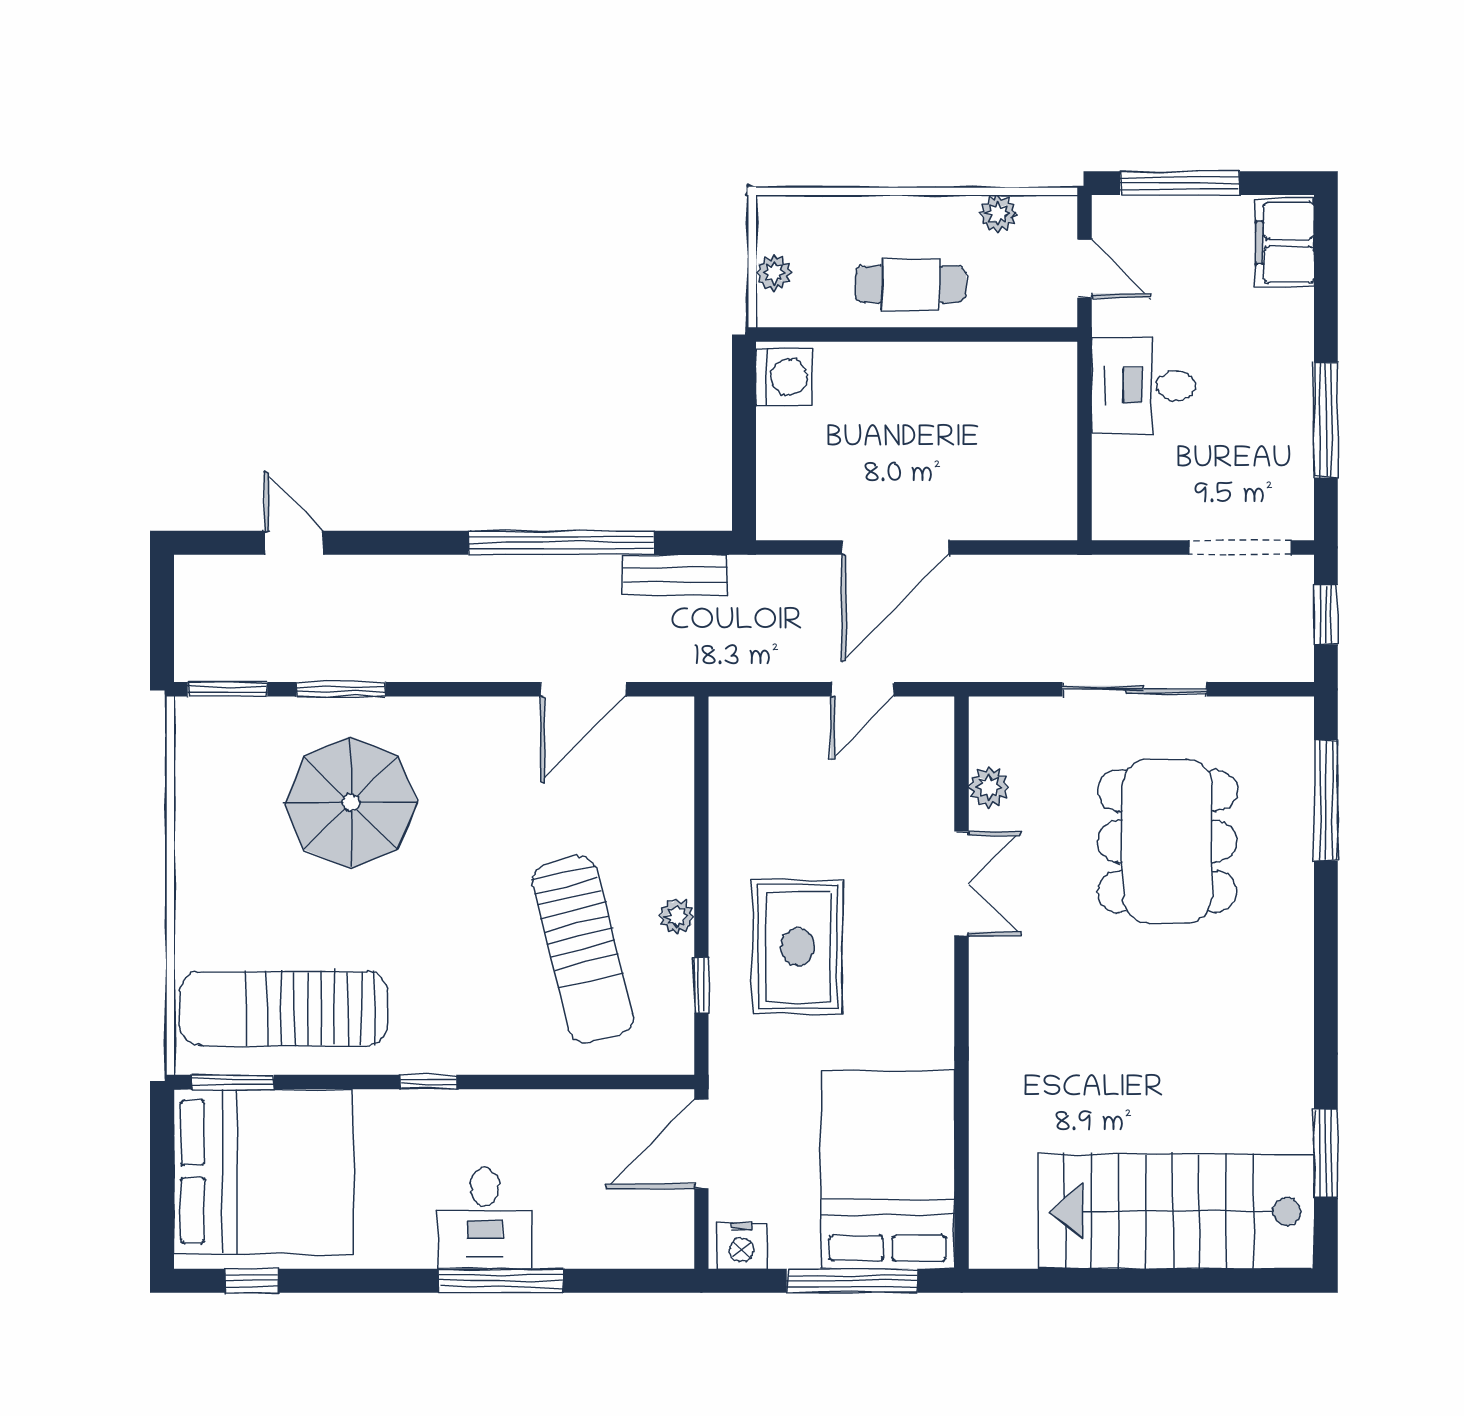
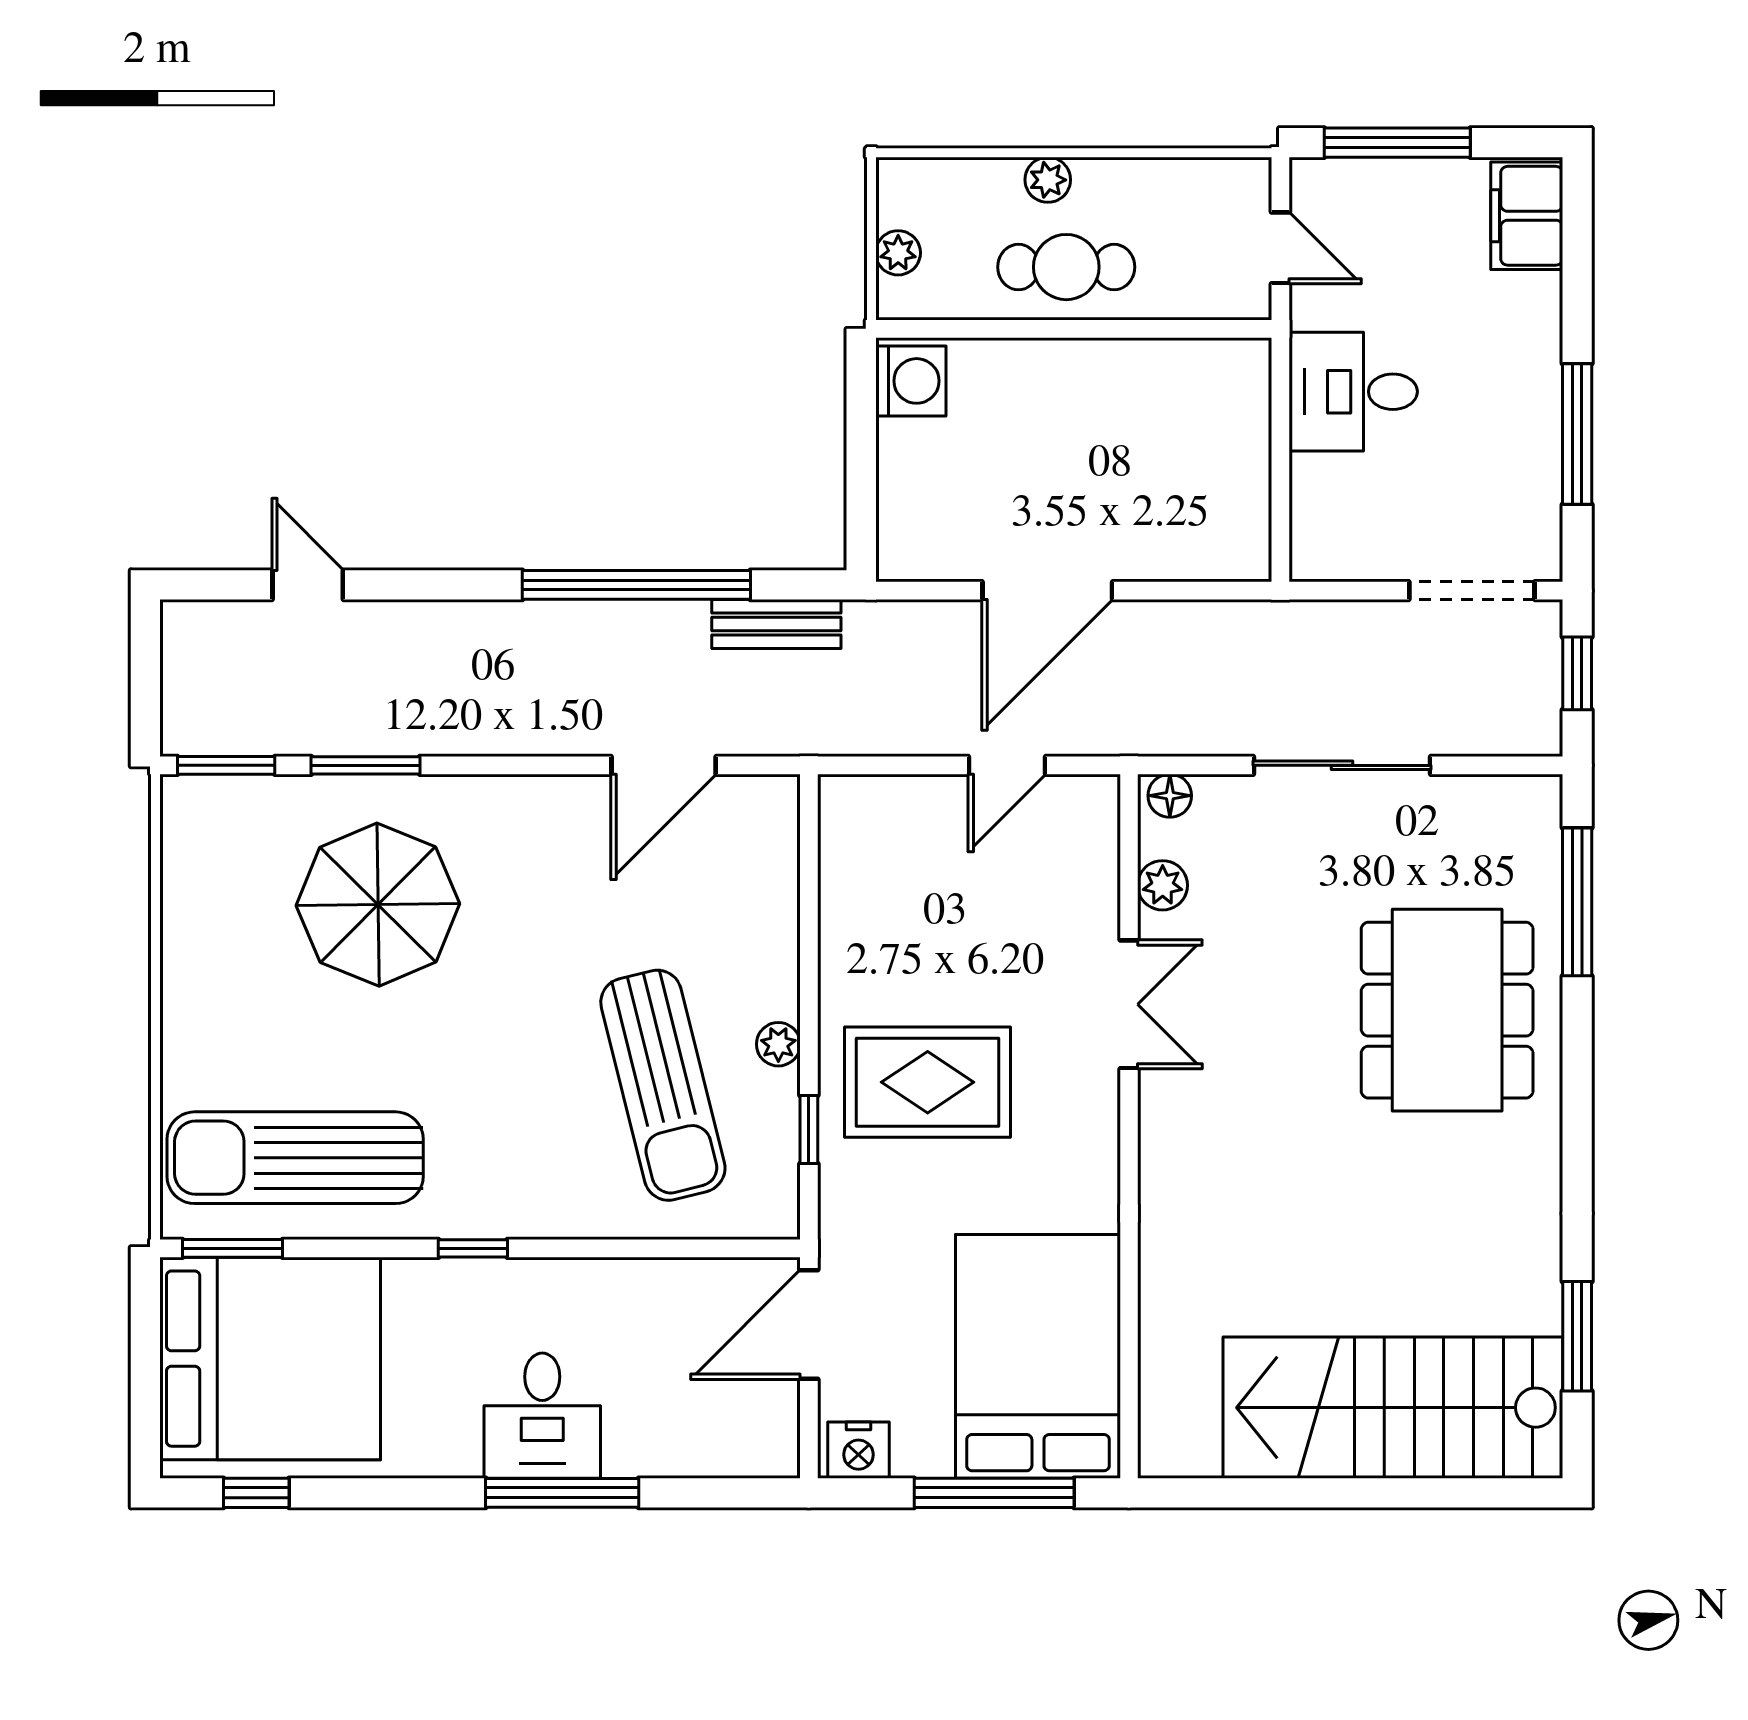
plant: (998, 213) -> (1048, 180), moved
floor lamp: (995, 714) -> (1170, 796), added
dining table: (1167, 841) -> (1447, 1010), moved
rug: (798, 947) -> (928, 1082), turned 90

